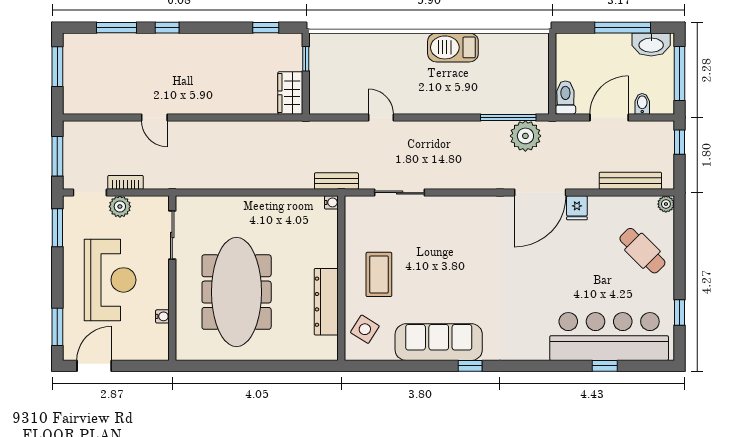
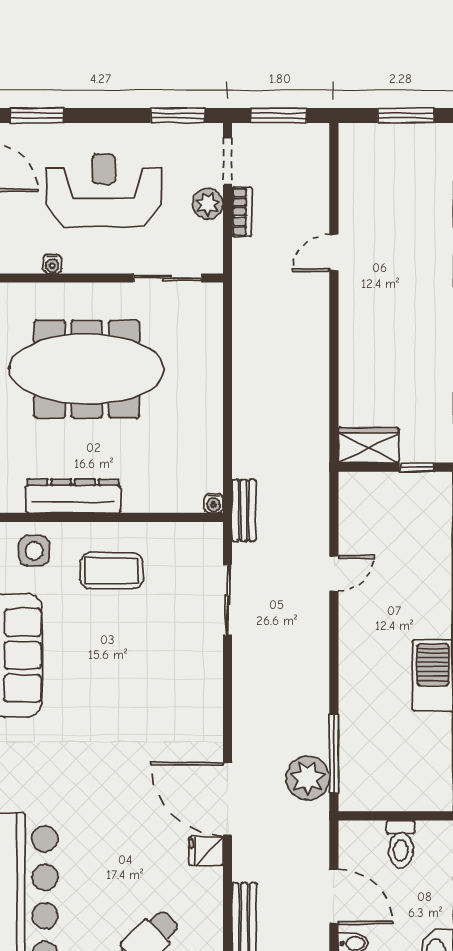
toilet: (565, 98) -> (401, 844), moved, turned 90
reception desk: (110, 280) -> (104, 190), turned 180
side table: (365, 329) -> (34, 551), turned -32

